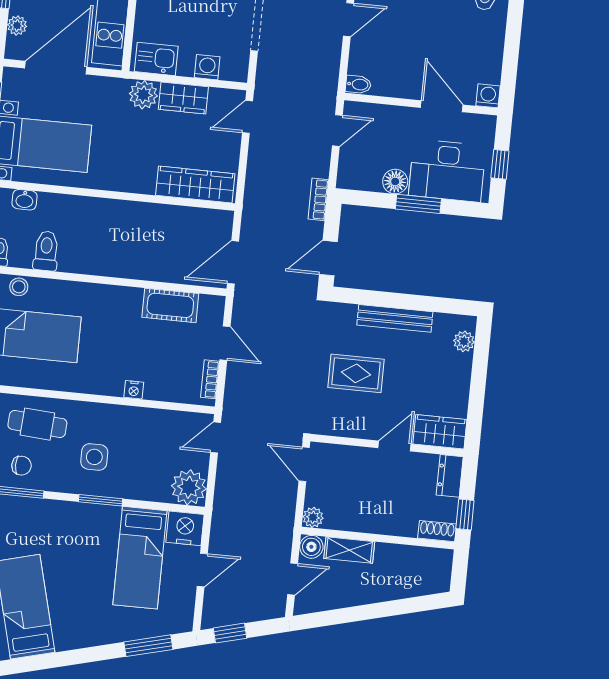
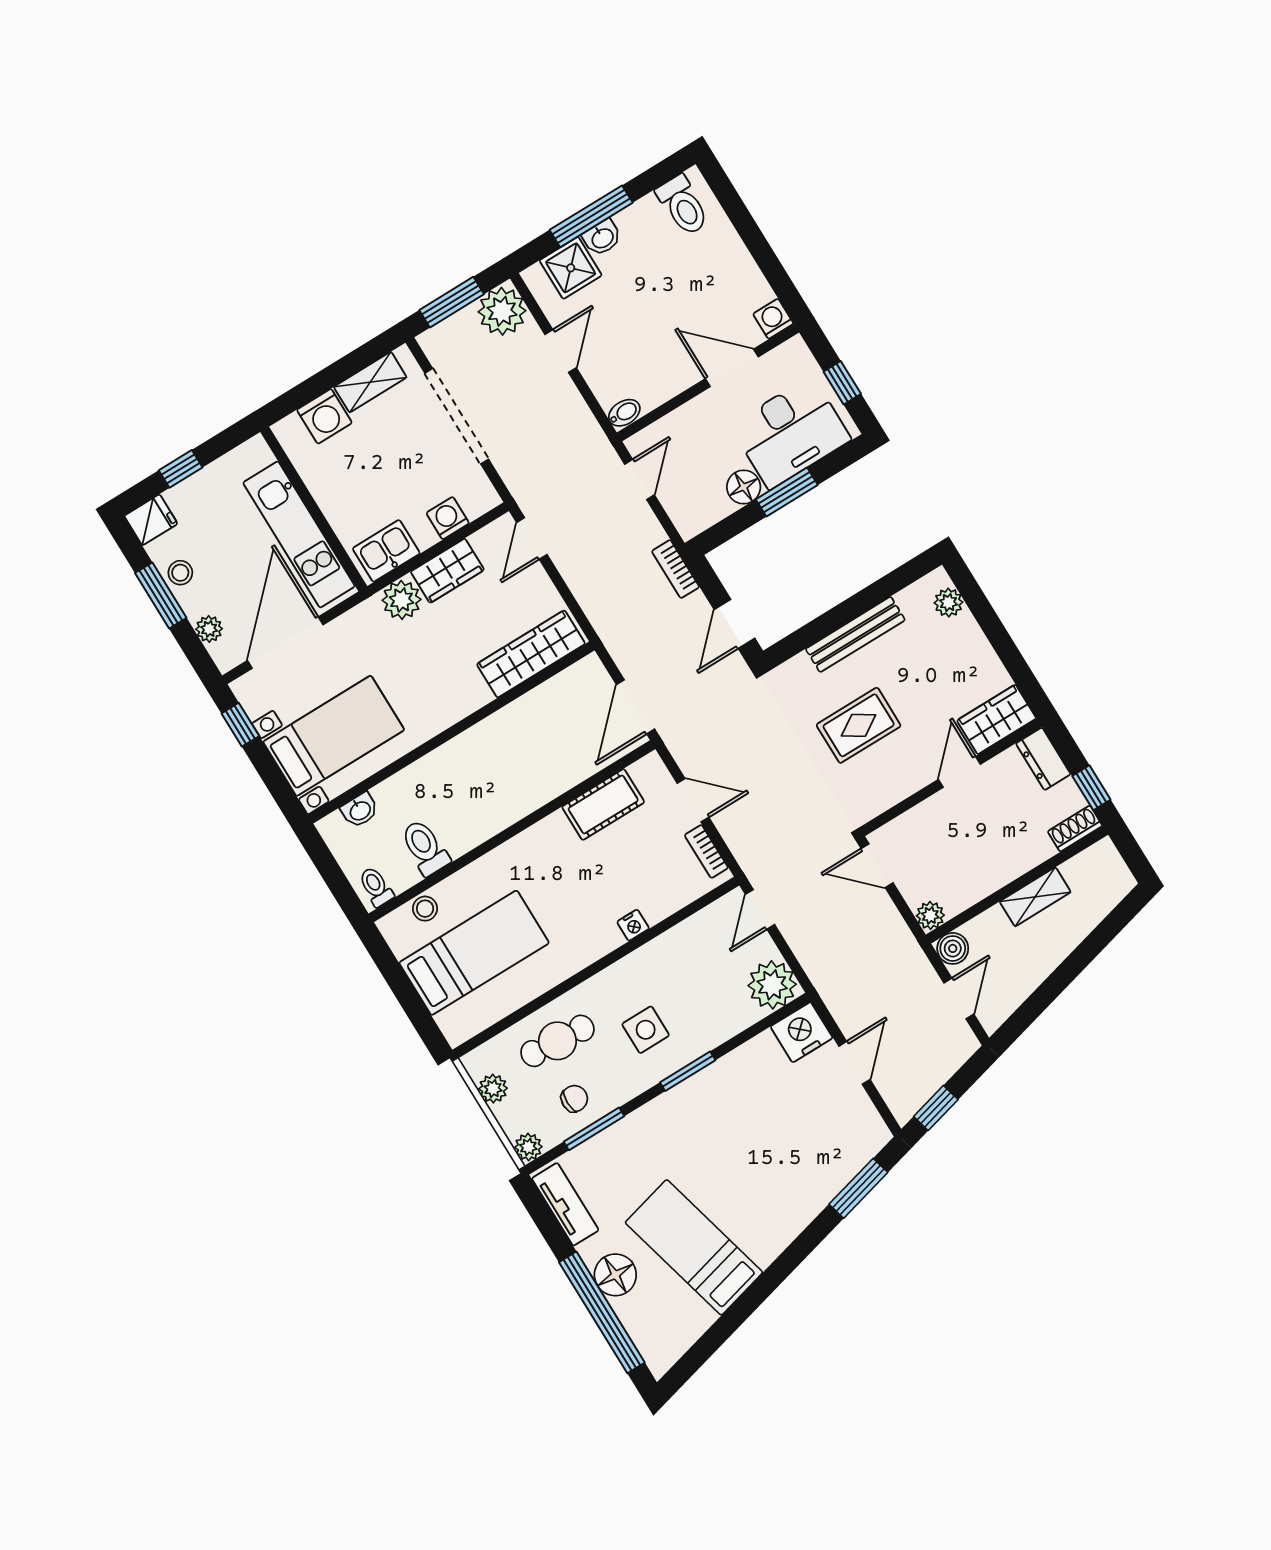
shelving: (349, 550) -> (1035, 897), moved
bed: (140, 558) -> (777, 1101), removed

